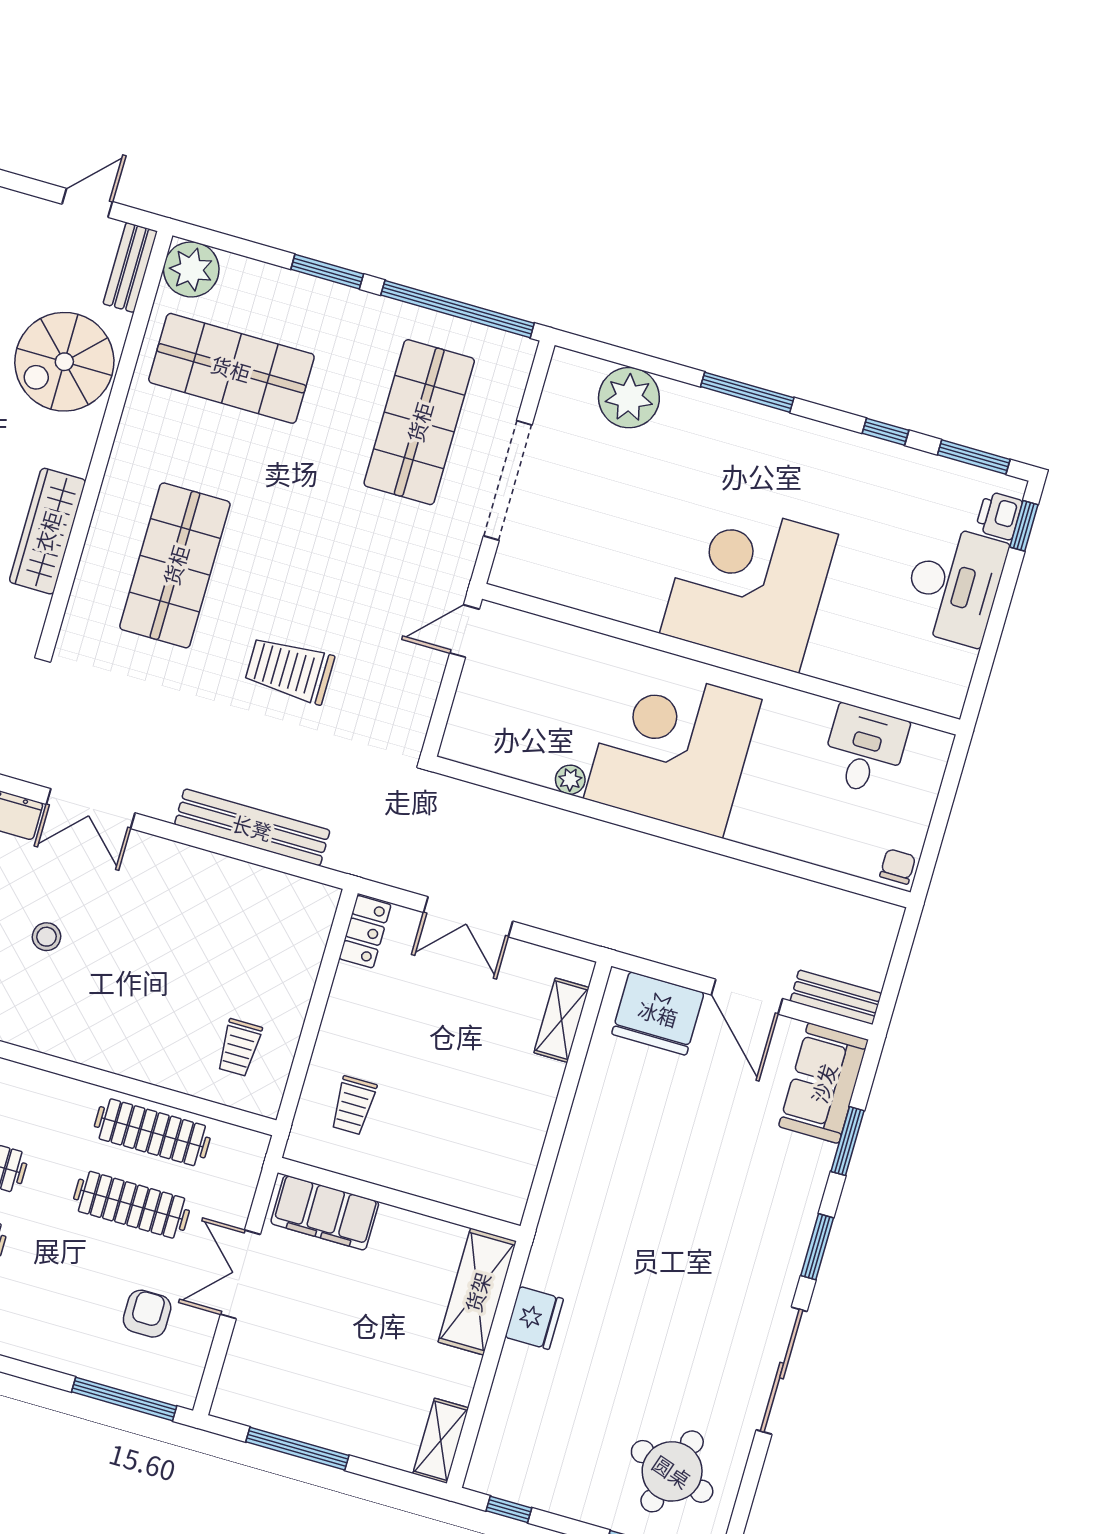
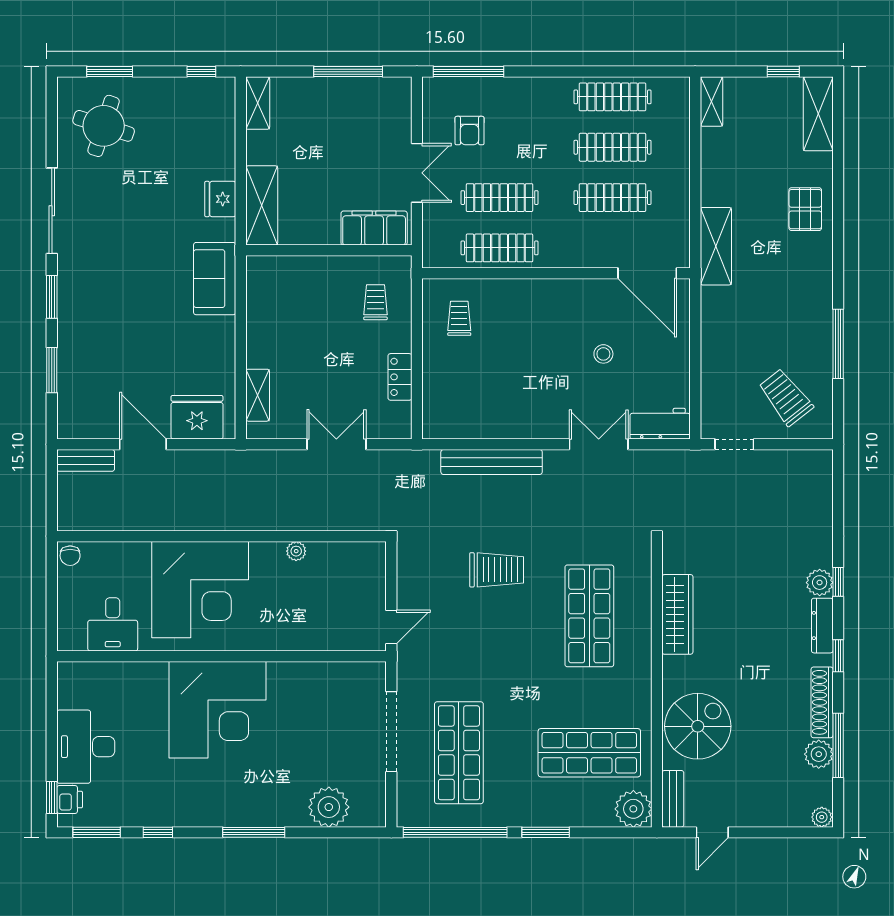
corner desk: (673, 749) -> (200, 590), moved
locker: (365, 932) -> (400, 377), moved
sofa: (823, 1083) -> (215, 279), moved, turned 180

